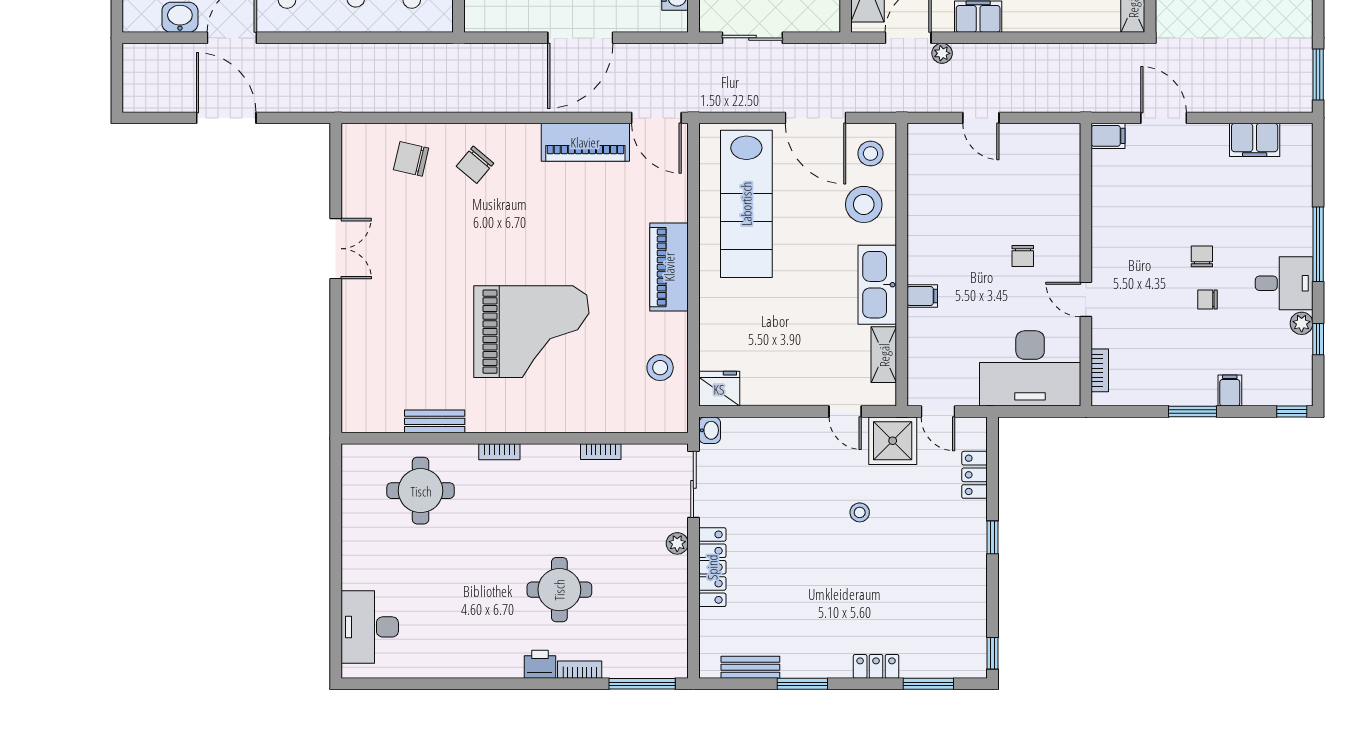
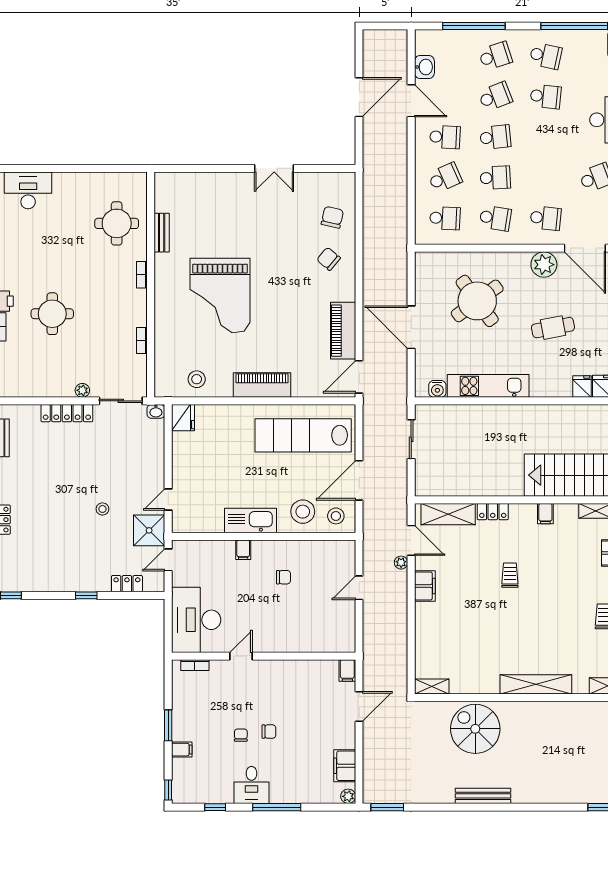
chair: (1023, 256) -> (283, 577), moved, turned 180
plant: (1302, 323) -> (348, 796), moved
shelving: (884, 355) -> (205, 525), removed

